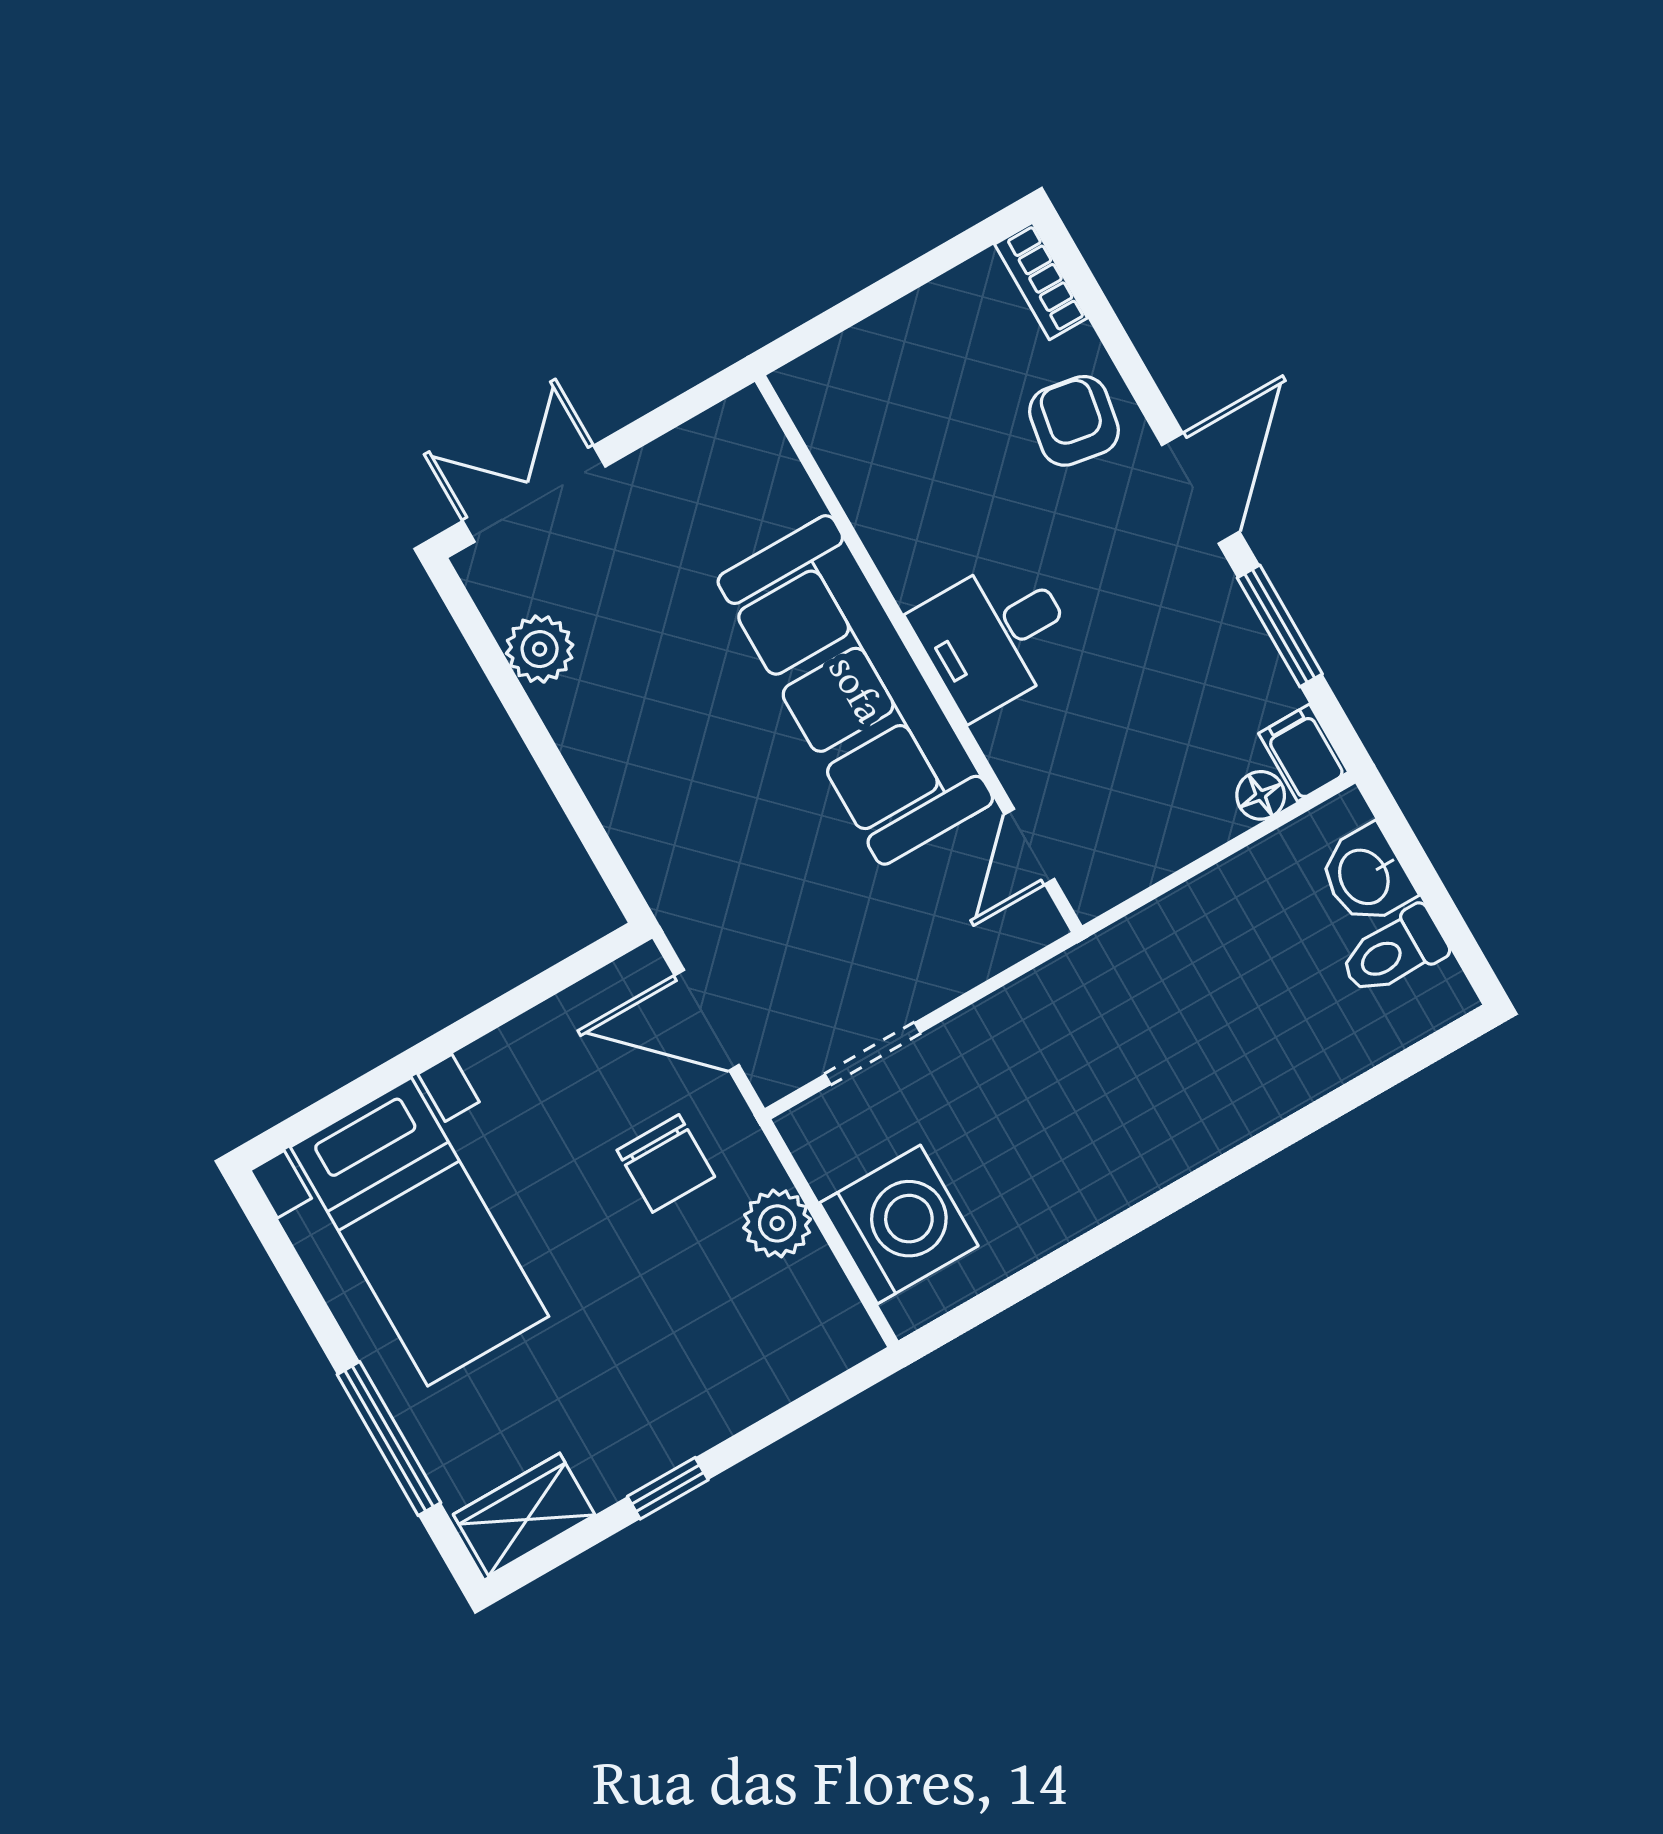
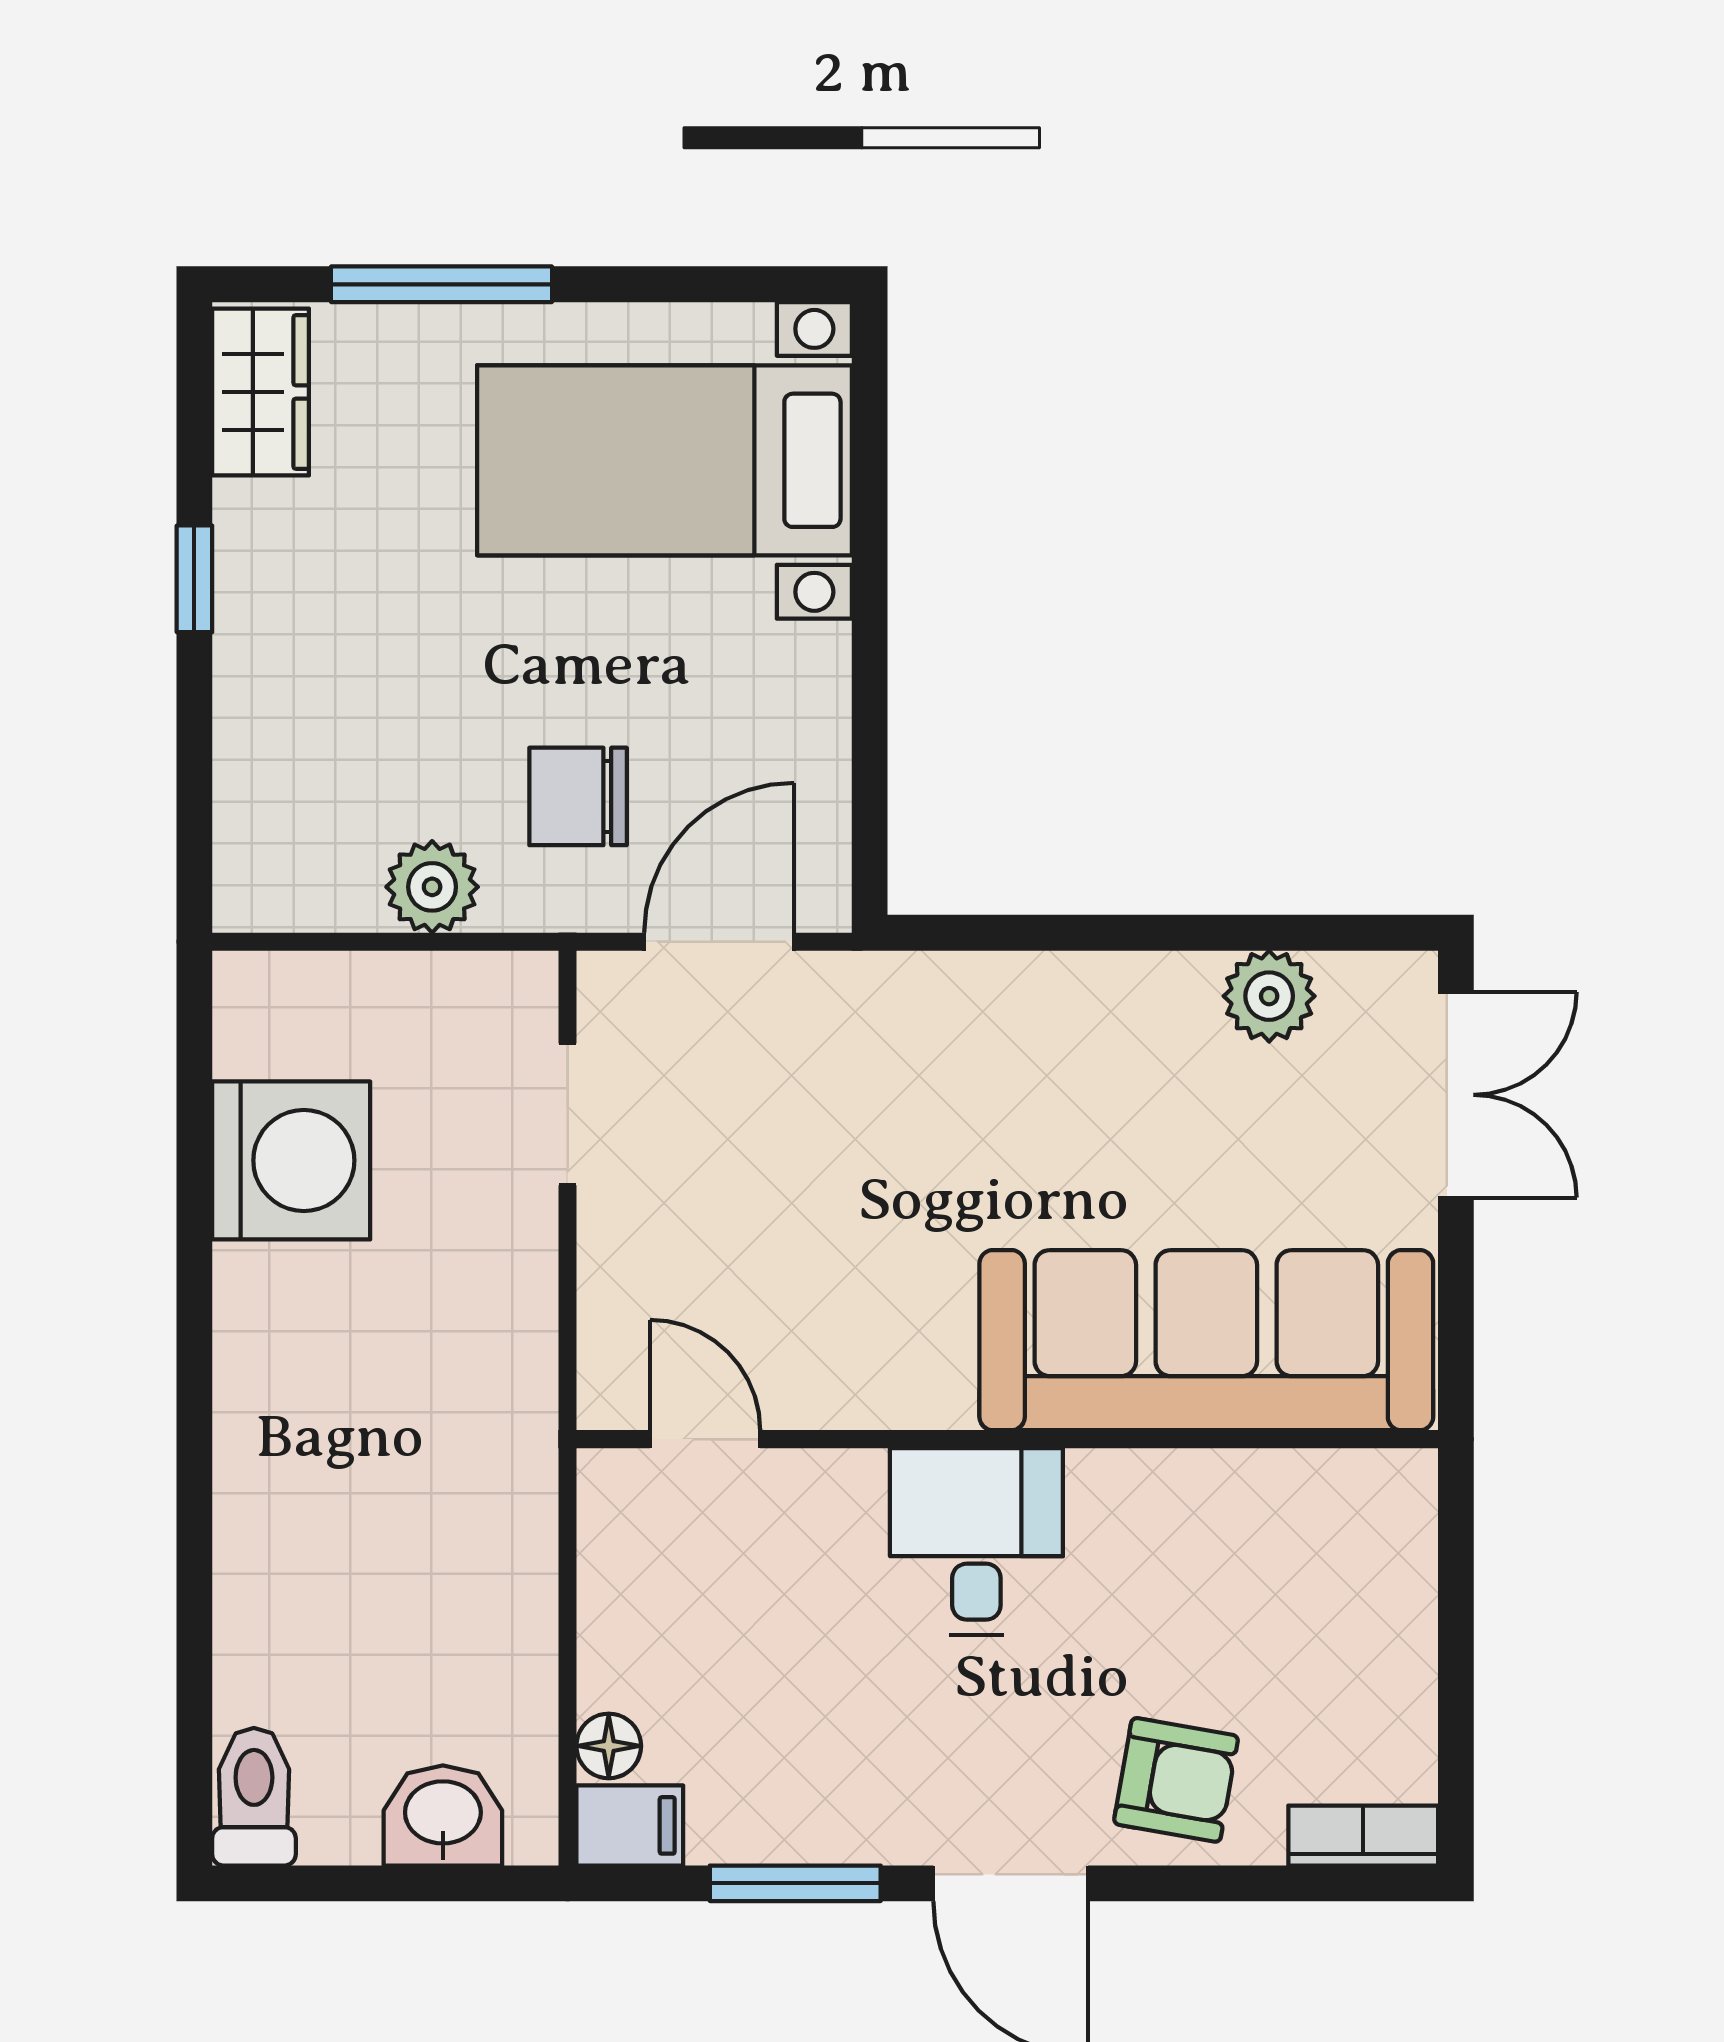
sofa: (855, 690) -> (1206, 1340), moved
toilet: (1394, 952) -> (254, 1797), moved
washing machine: (899, 1224) -> (291, 1160), moved, turned -90

